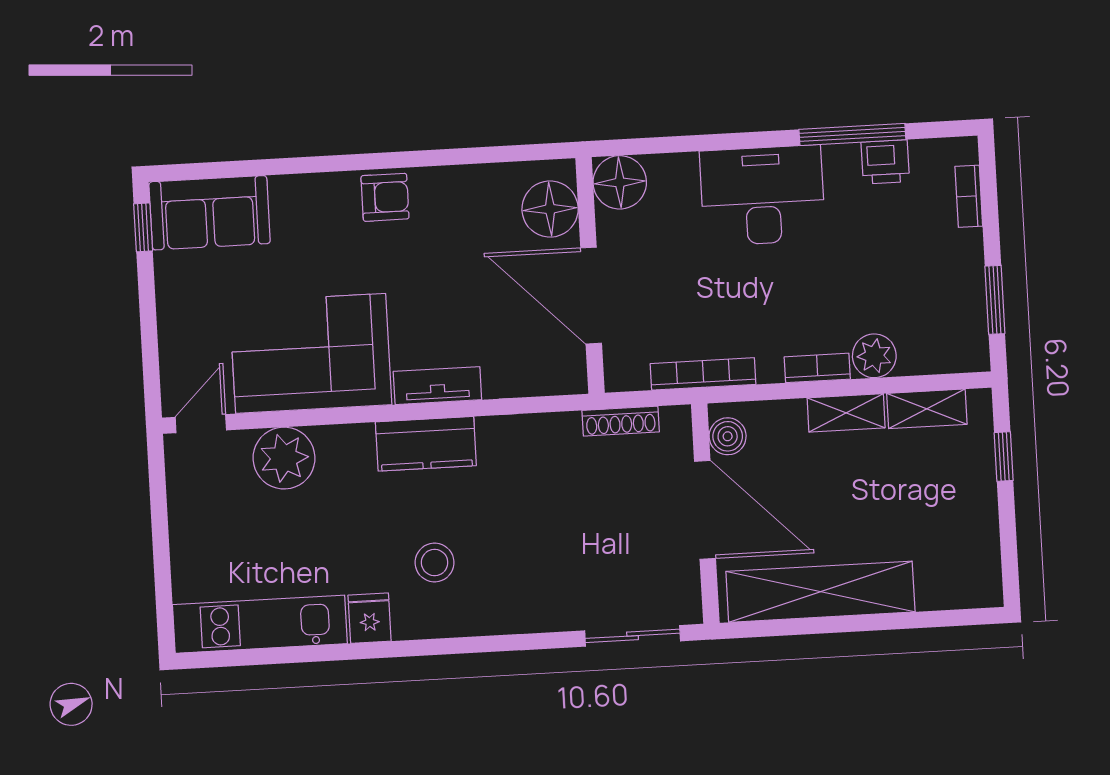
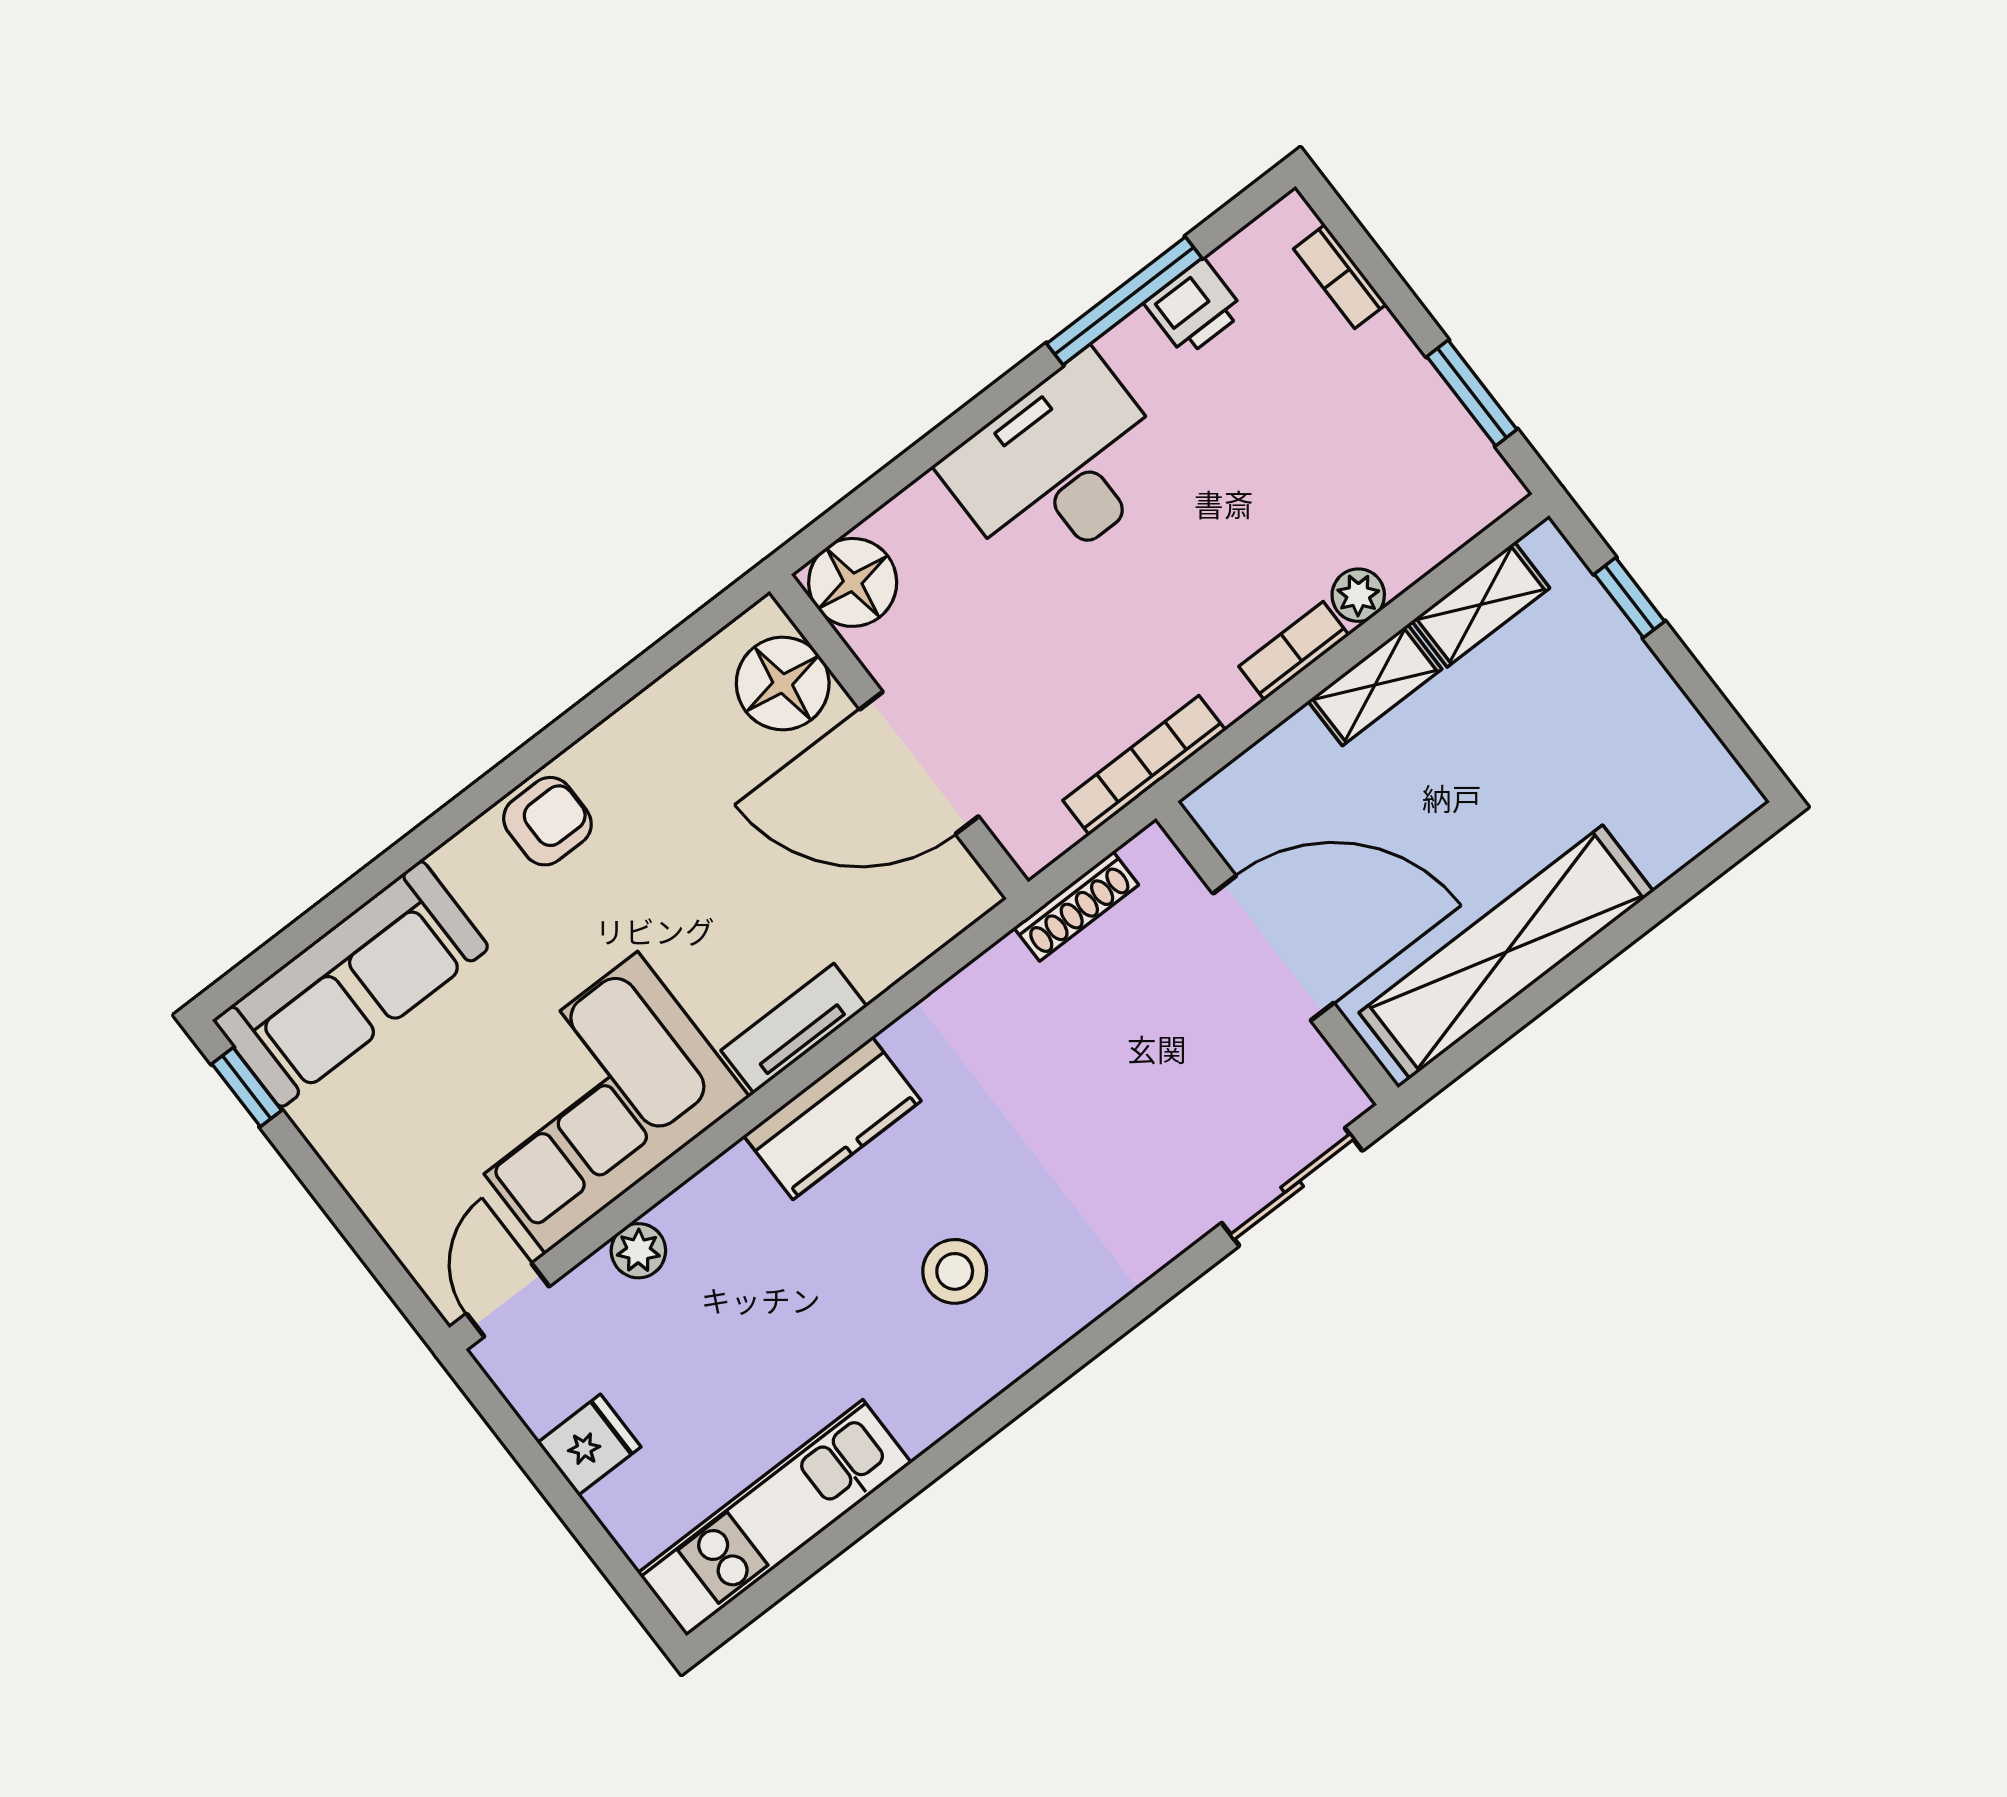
sofa: (210, 213) -> (351, 984), width x1.36
plant: (874, 356) -> (1358, 595), width x0.73, depth x0.73
boiler: (728, 436) -> (1236, 827), removed
plant: (284, 458) -> (638, 1251), width x0.53, depth x0.53
fridge: (370, 618) -> (589, 1445), moved, turned 90

